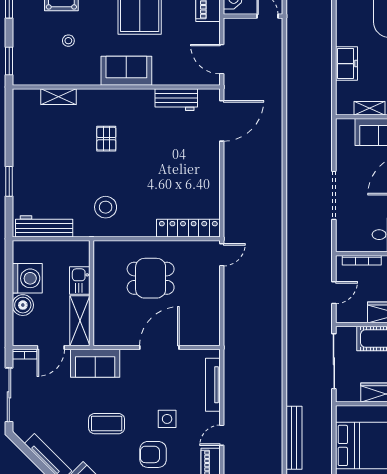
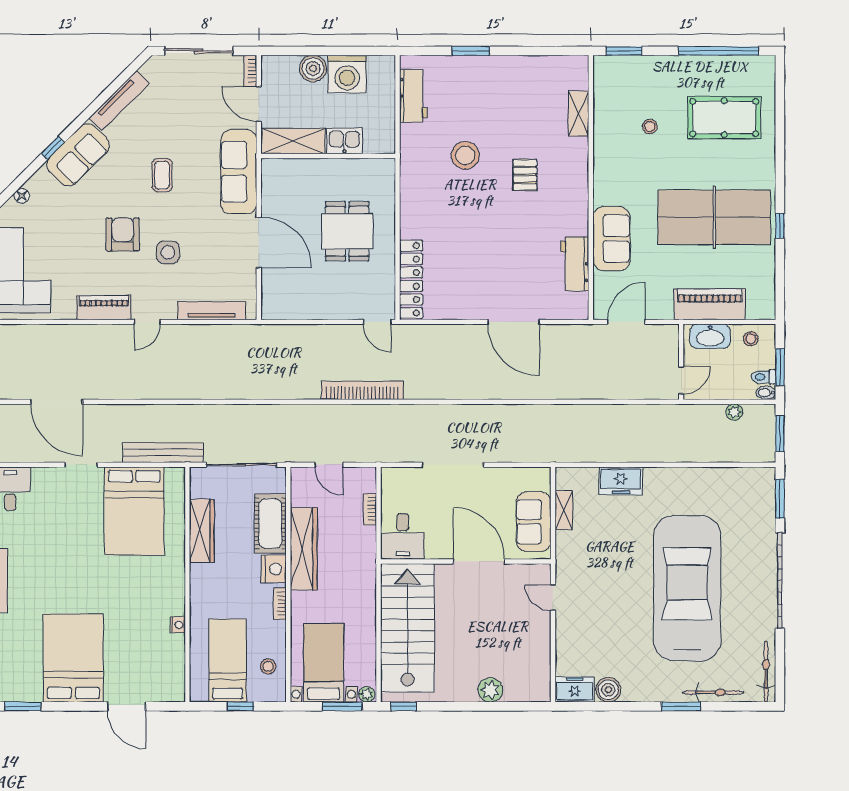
sofa: (126, 71) -> (612, 239), moved
door: (222, 121) -> (514, 322), moved
pallet: (106, 139) -> (525, 175), turned 90
stool: (106, 207) -> (465, 155), moved
workbench: (44, 226) -> (413, 96), width x0.73
bookcase: (362, 260) -> (370, 509), width x0.64
bookcase: (275, 266) -> (362, 390), added
sofa: (95, 363) -> (239, 172), width x1.36
coffee table: (107, 424) -> (162, 175), width x0.73, depth x0.77
door: (222, 435) -> (147, 322), swing flipped
bench: (294, 438) -> (163, 453), moved

